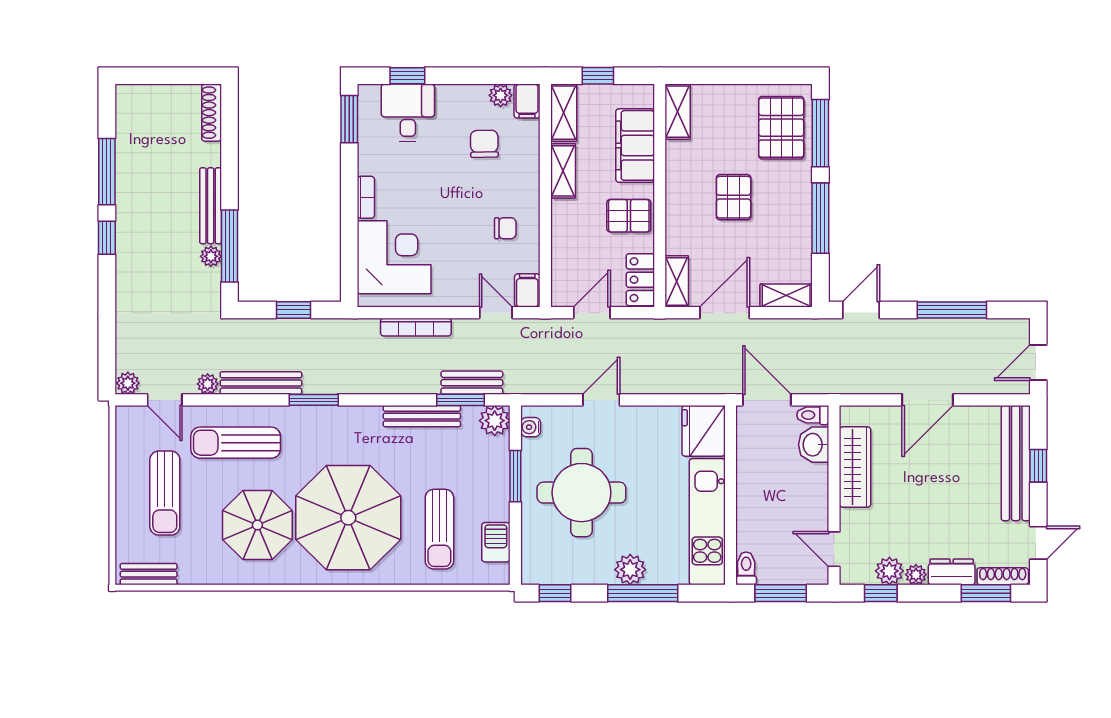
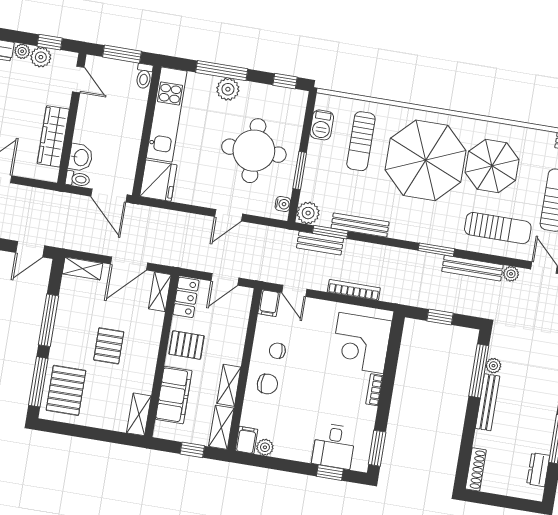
dresser: (127, 126) -> (538, 470), added
chair: (484, 144) -> (267, 384), moved, turned -89
sun lounger: (439, 529) -> (361, 141), turned 180

